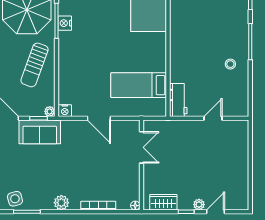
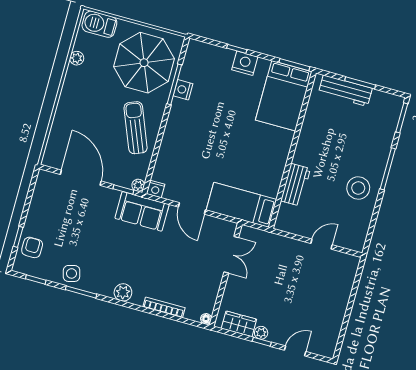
stool: (230, 64) -> (358, 188), width x1.89, depth x1.89
sun lounger: (35, 65) -> (136, 128), turned 138
bed: (139, 85) -> (242, 205), moved
workbench: (178, 100) -> (295, 185), moved
sofa: (40, 132) -> (142, 211), moved
plant: (199, 205) -> (261, 333), moved

